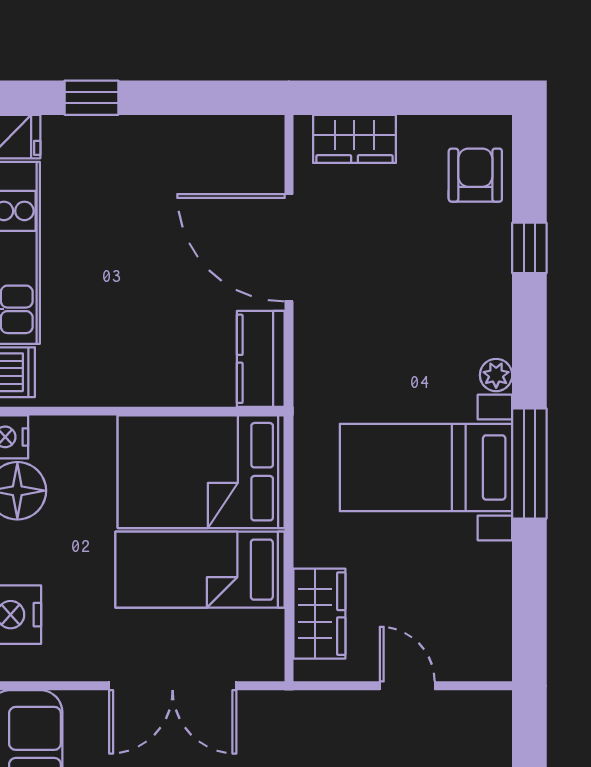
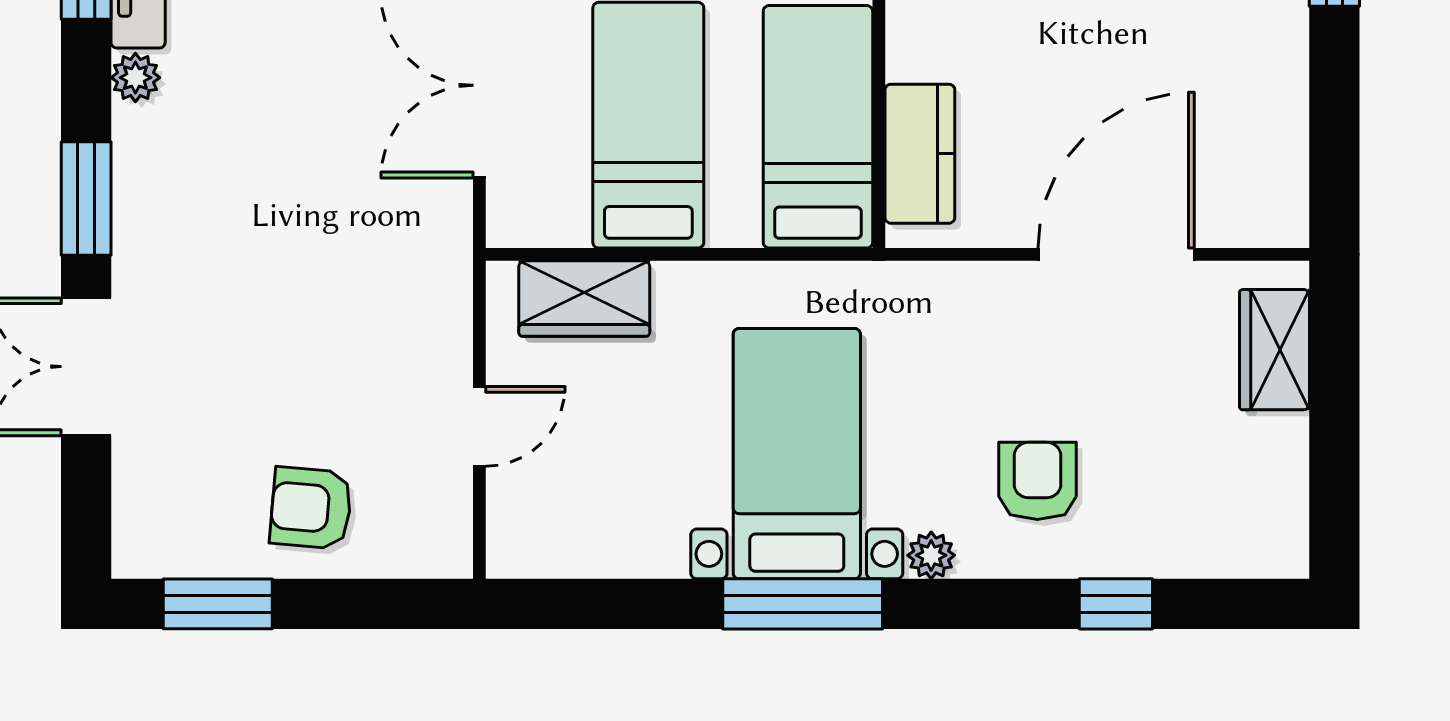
armchair: (475, 175) -> (1037, 481), moved, turned -90
kitchen counter: (261, 359) -> (920, 154), moved, turned 90
bed: (201, 472) -> (818, 127), width x0.67

